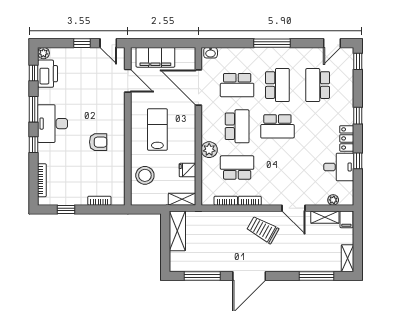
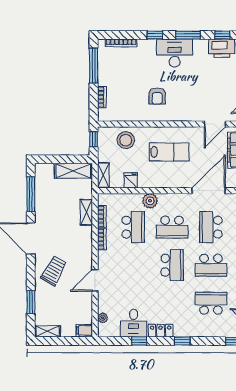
school desk: (277, 126) -> (172, 265), turned 180
window: (66, 209) -> (94, 66), width x2.17
window: (144, 209) -> (94, 139), added
shelving: (325, 217) -> (86, 212), moved
trolley: (263, 230) -> (54, 271), moved
window: (316, 276) -> (31, 302), width x0.69

